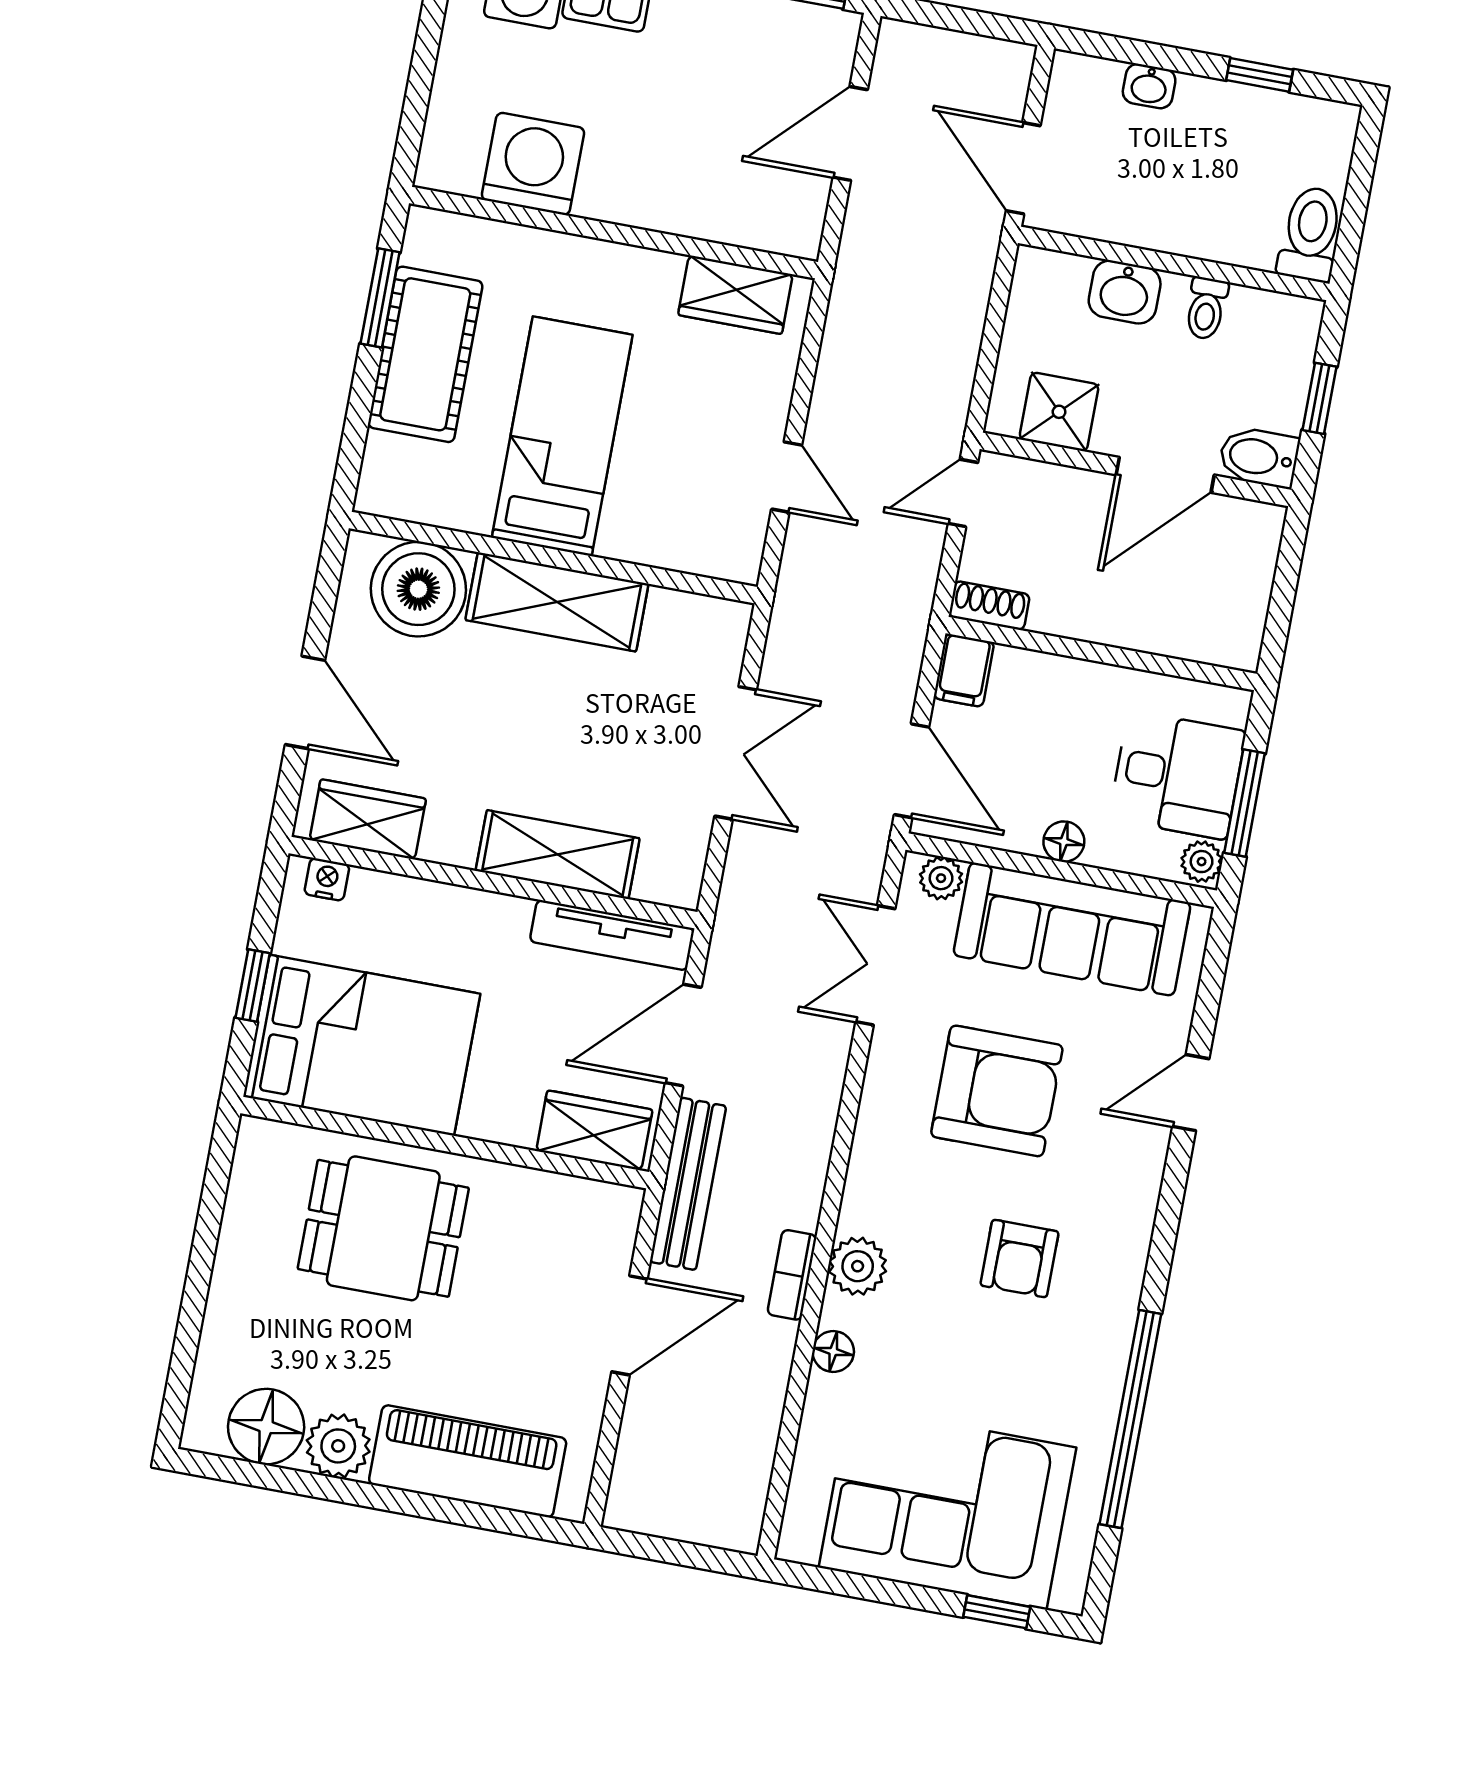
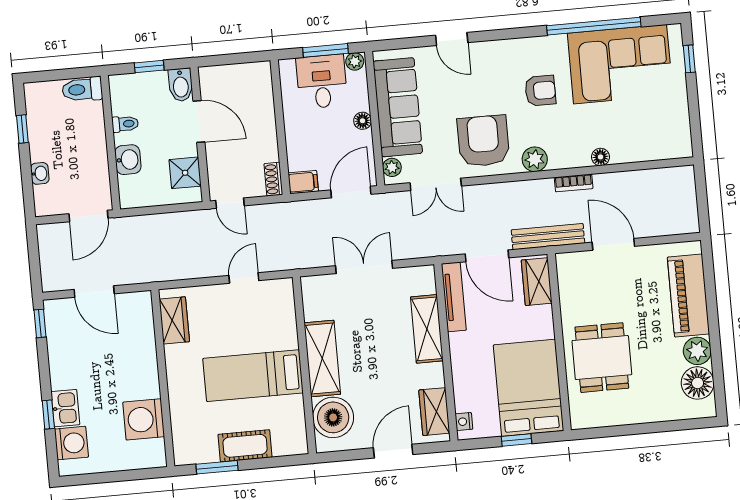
cot: (425, 354) -> (245, 446), width x0.73, depth x0.75
armchair: (997, 1091) -> (483, 141), moved
plant: (858, 1266) -> (535, 159), moved
corner sofa: (948, 1507) -> (620, 64), moved, turned -90

